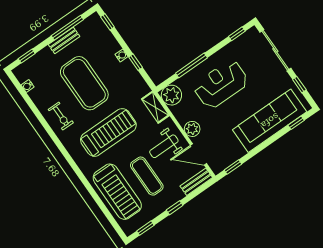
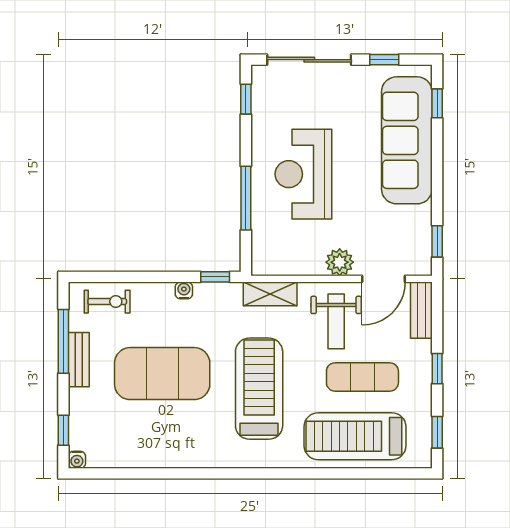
window: (107, 22) -> (96, 277), removed
water cooler: (122, 55) -> (184, 290), moved
window: (136, 62) -> (215, 277), moved
water cooler: (27, 86) -> (77, 460), moved
plant: (171, 95) -> (269, 258), removed
exercise bike: (61, 116) -> (107, 302), moved
treadmill: (117, 192) -> (355, 436), turned 180

